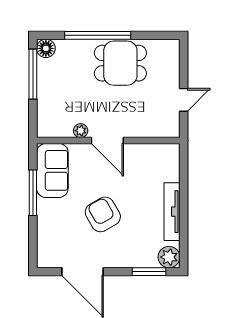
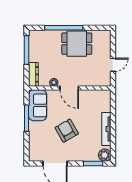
floor lamp: (46, 48) -> (34, 35), removed
dresser: (45, 117) -> (33, 74), added

